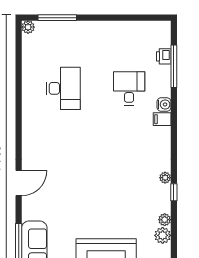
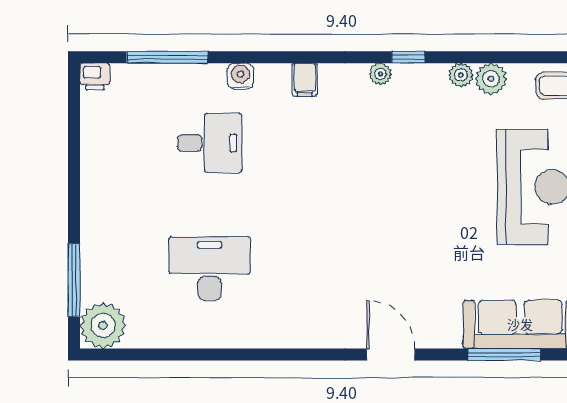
plant: (28, 27) -> (103, 325), width x1.87, depth x1.87
printer: (164, 56) -> (95, 77), moved
desk: (129, 88) -> (210, 143), turned 180
filing cabinet: (162, 119) -> (305, 80), moved

